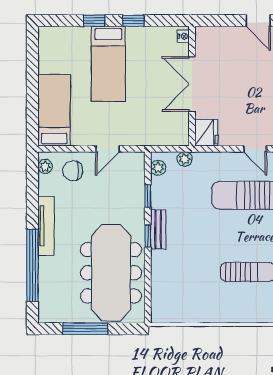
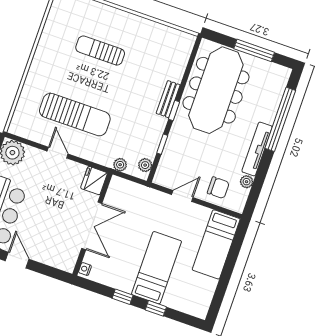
plant: (45, 166) -> (247, 182), moved
bench: (158, 229) -> (168, 99), moved

